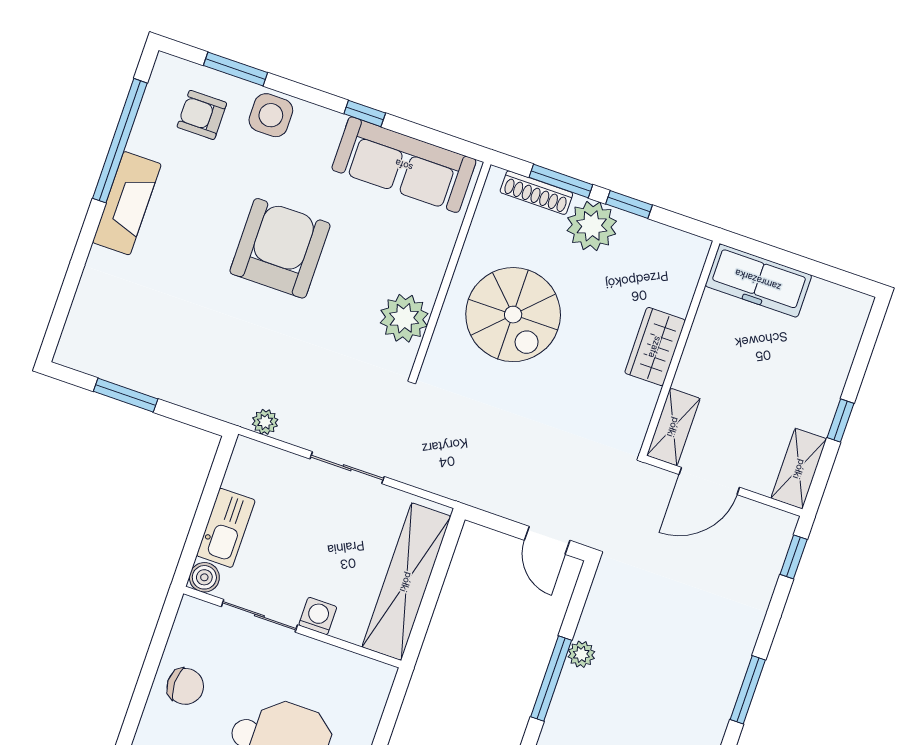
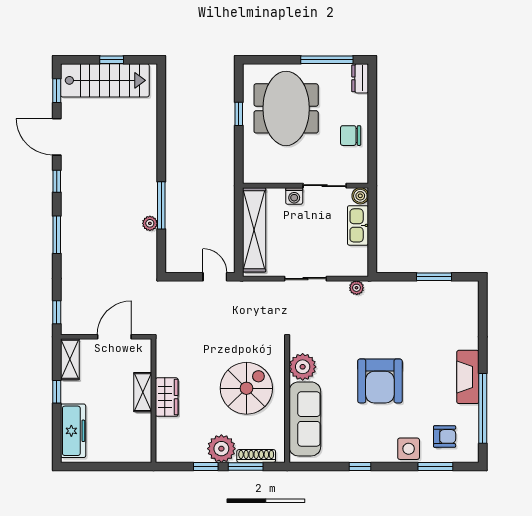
sofa: (404, 165) -> (305, 419), moved, turned 90
freezer: (758, 280) -> (73, 431), moved, turned 90
spiral stairs: (513, 315) -> (246, 388), turned 90
shelving: (673, 427) -> (143, 392), moved
door: (547, 540) -> (215, 277), moved

